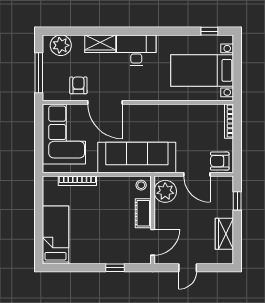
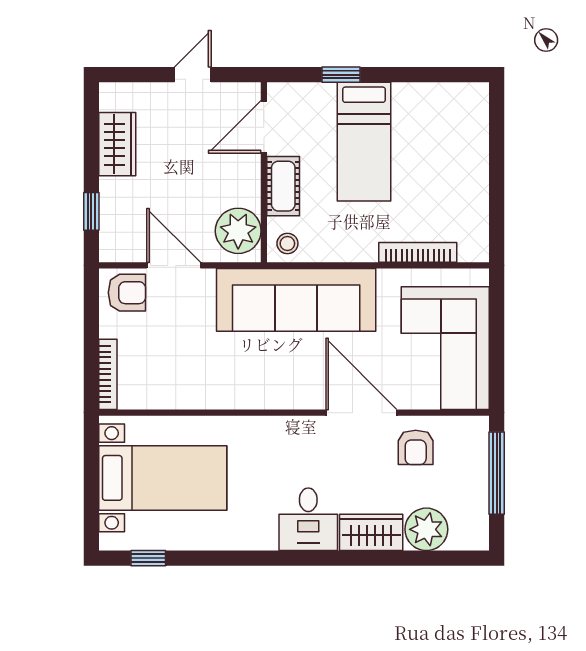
plant: (61, 45) -> (426, 529), moved
desk: (136, 50) -> (308, 519), width x0.73
bed: (55, 235) -> (364, 142), moved

